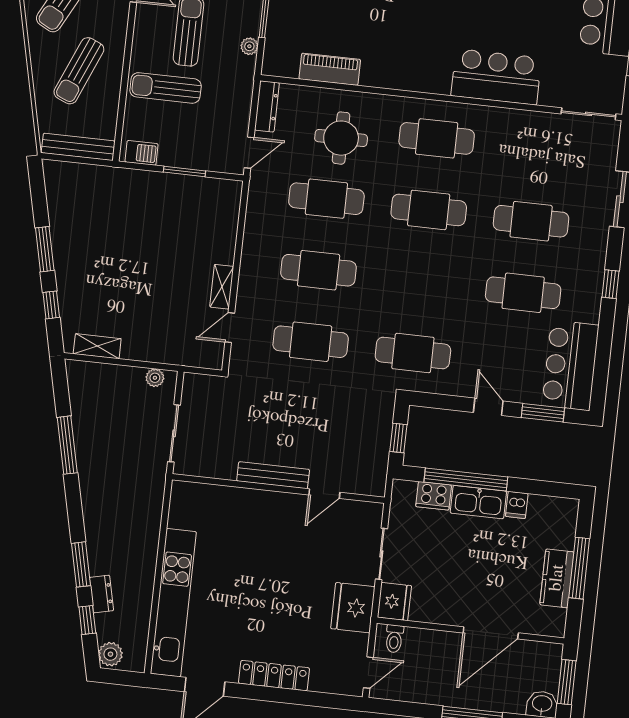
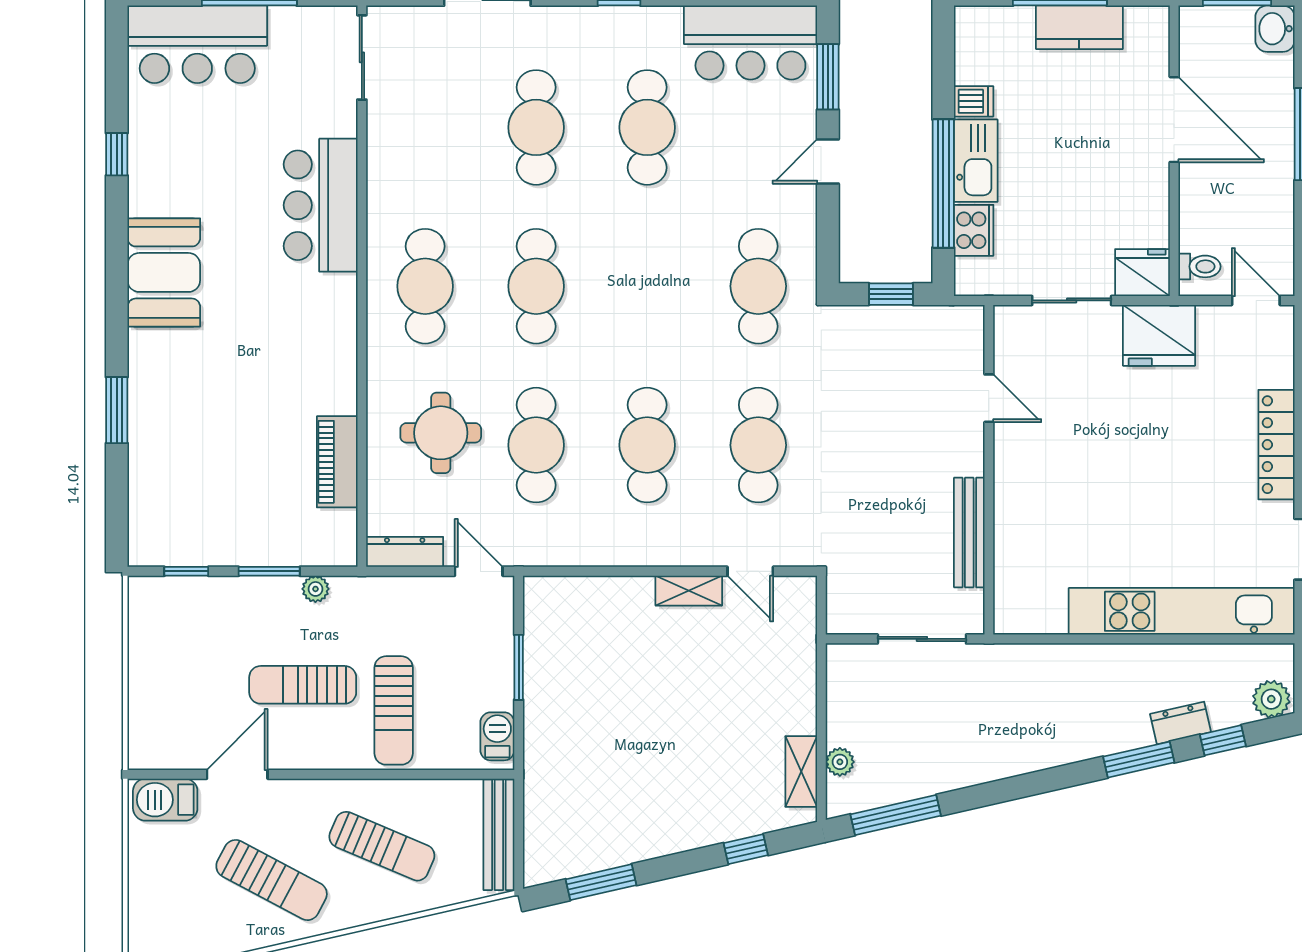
window: (45, 249) -> (601, 882), moved
plant: (155, 378) -> (840, 762), moved
window: (67, 445) -> (896, 815), moved
bench: (273, 475) -> (969, 532), moved

